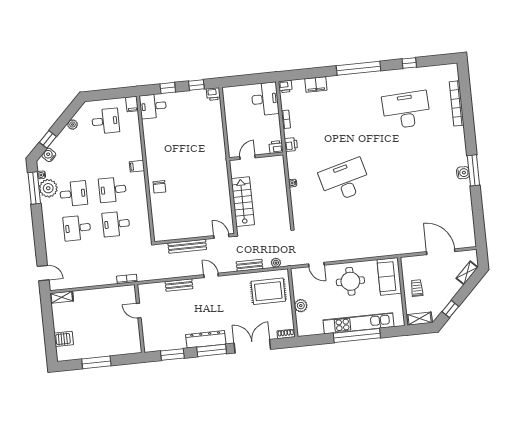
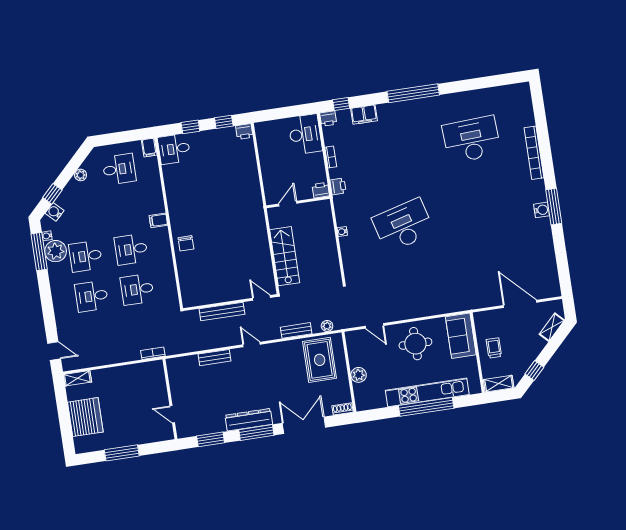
window: (409, 63) -> (341, 104), moved
bookcase: (457, 103) -> (534, 153), moved
desk: (74, 194) -> (86, 256), turned 180
rug: (268, 291) -> (320, 360), turned 90
door: (139, 311) -> (172, 414), moved
server rack: (64, 339) -> (85, 417), width x2.18, depth x1.44

